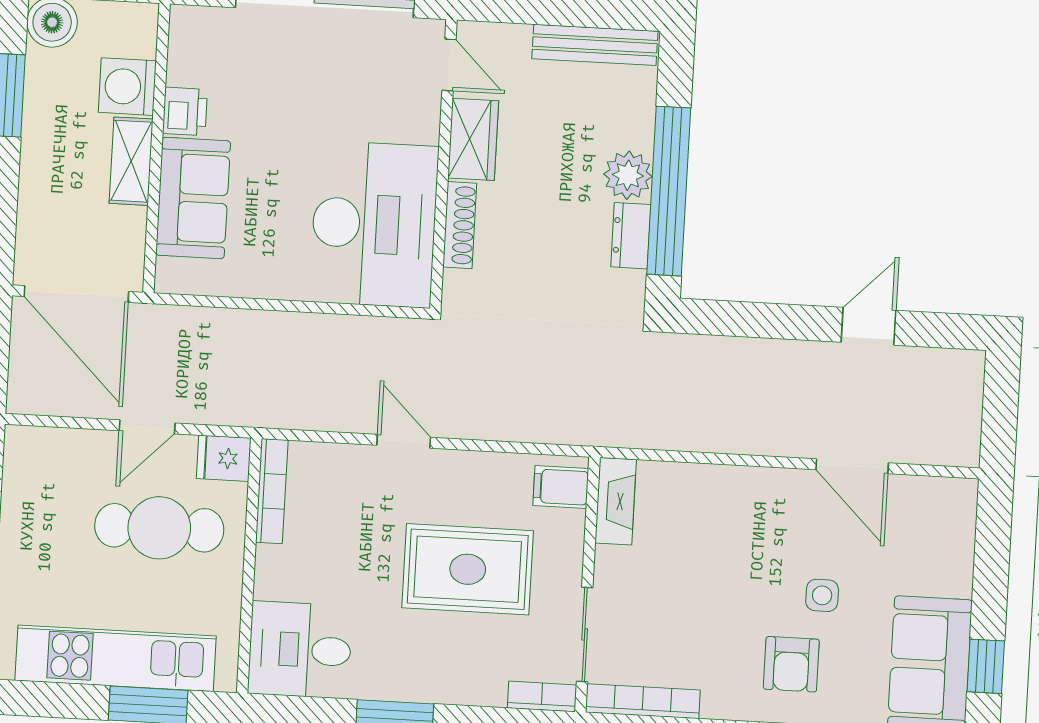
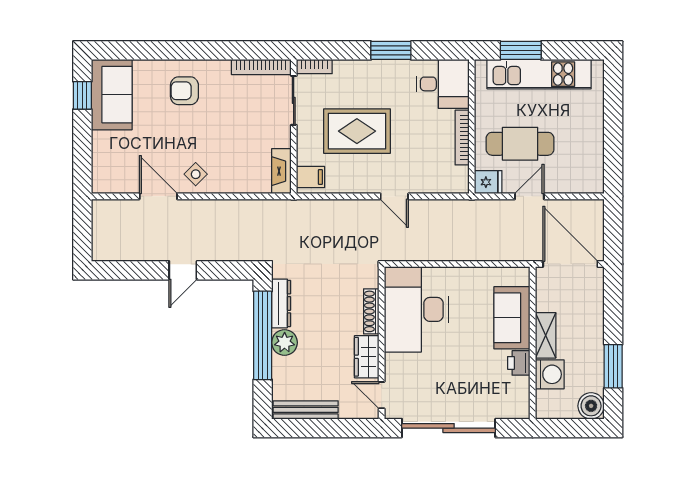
dresser: (631, 236) -> (281, 303), width x1.44
door: (868, 326) -> (183, 270), moved
bookcase: (272, 491) -> (462, 138), moved
side table: (822, 595) -> (196, 174), moved, turned 45
armchair: (791, 664) -> (184, 91), turned -90

